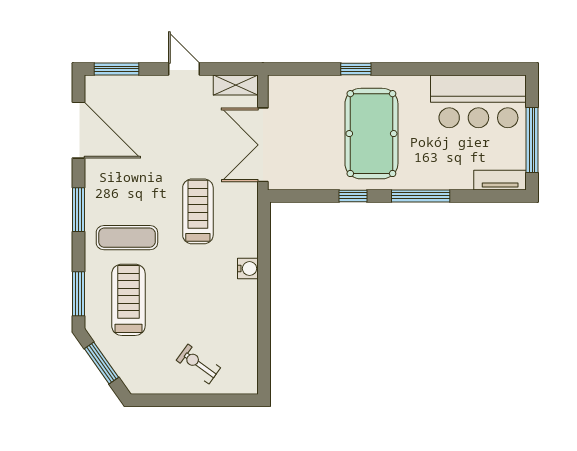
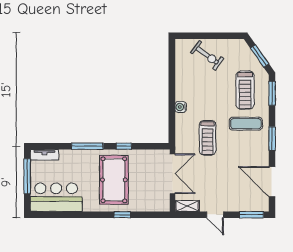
exercise bike: (198, 364) -> (207, 55), width x1.38, depth x1.39

